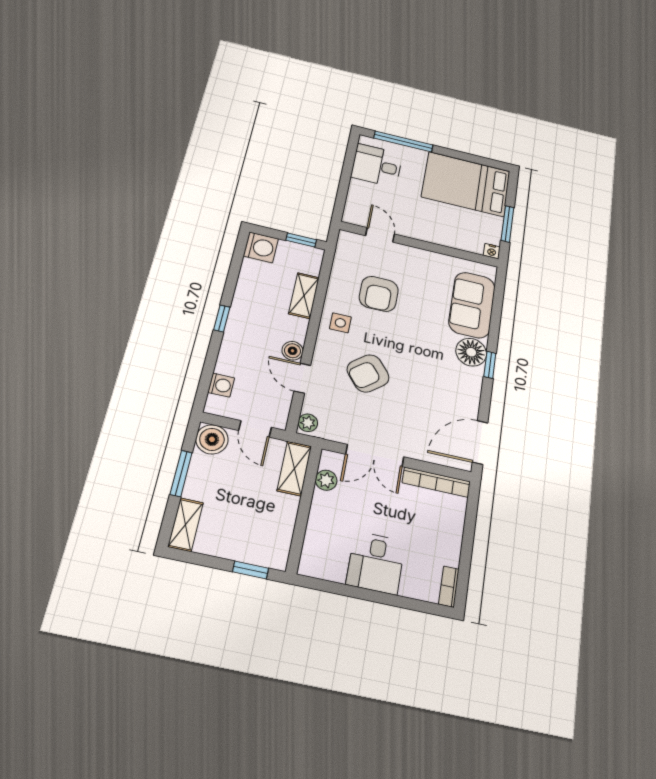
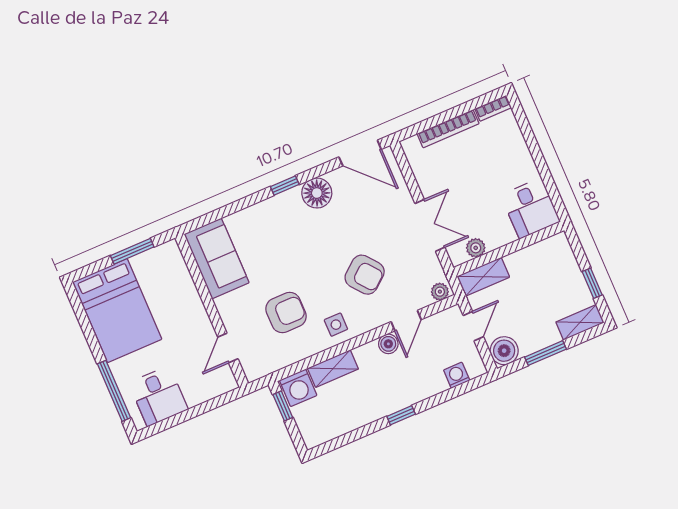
washing machine: (261, 247) -> (298, 388), moved, turned 180
nightstand: (492, 251) -> (172, 248), removed
sofa: (472, 305) -> (217, 258), moved, turned -90
floor lamp: (471, 352) -> (317, 193), moved
bookcase: (436, 482) -> (448, 129), moved, turned 90
desk: (376, 563) -> (530, 208), moved, turned 90
window: (251, 570) -> (592, 283), moved

